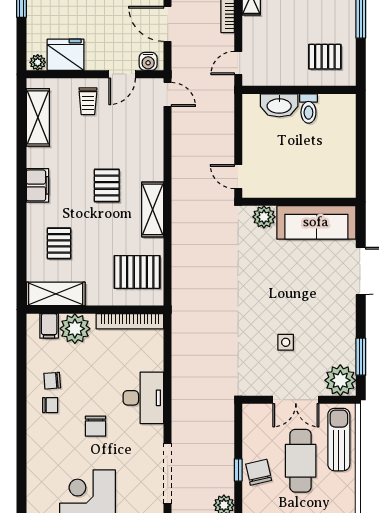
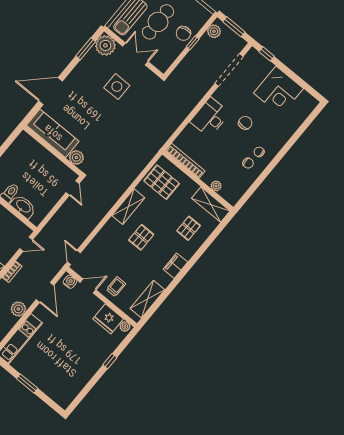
filing cabinet: (49, 326) -> (227, 191), removed
plant: (75, 329) -> (216, 186), width x0.53, depth x0.53
side table: (286, 342) -> (117, 87), width x1.87, depth x1.87

